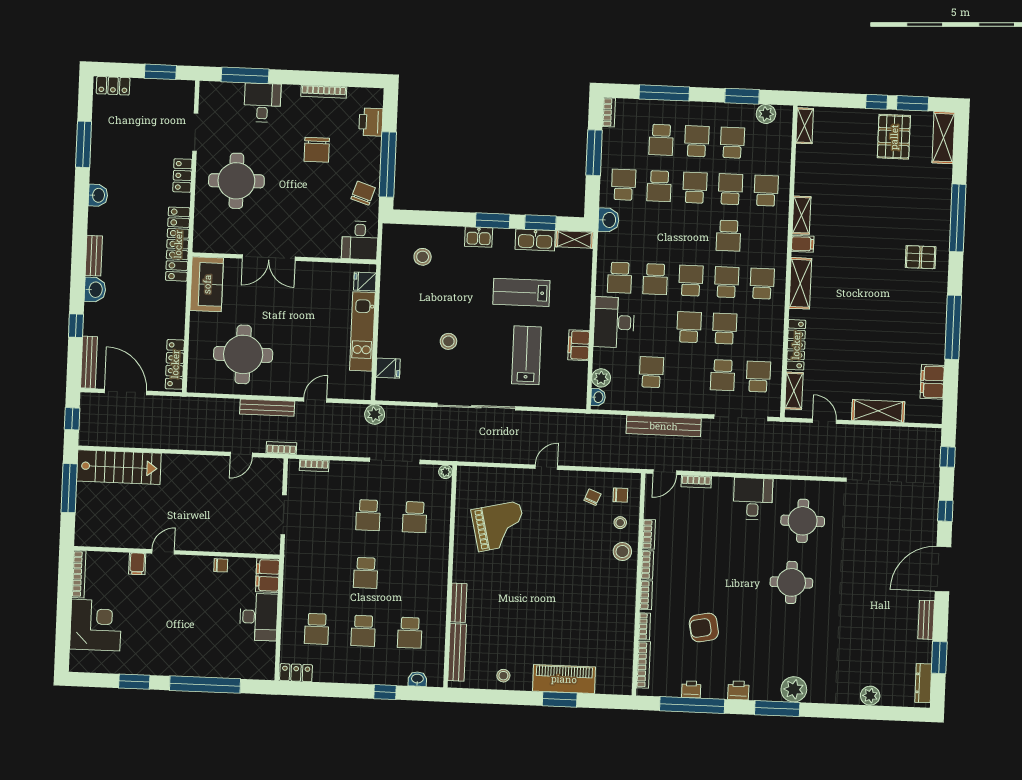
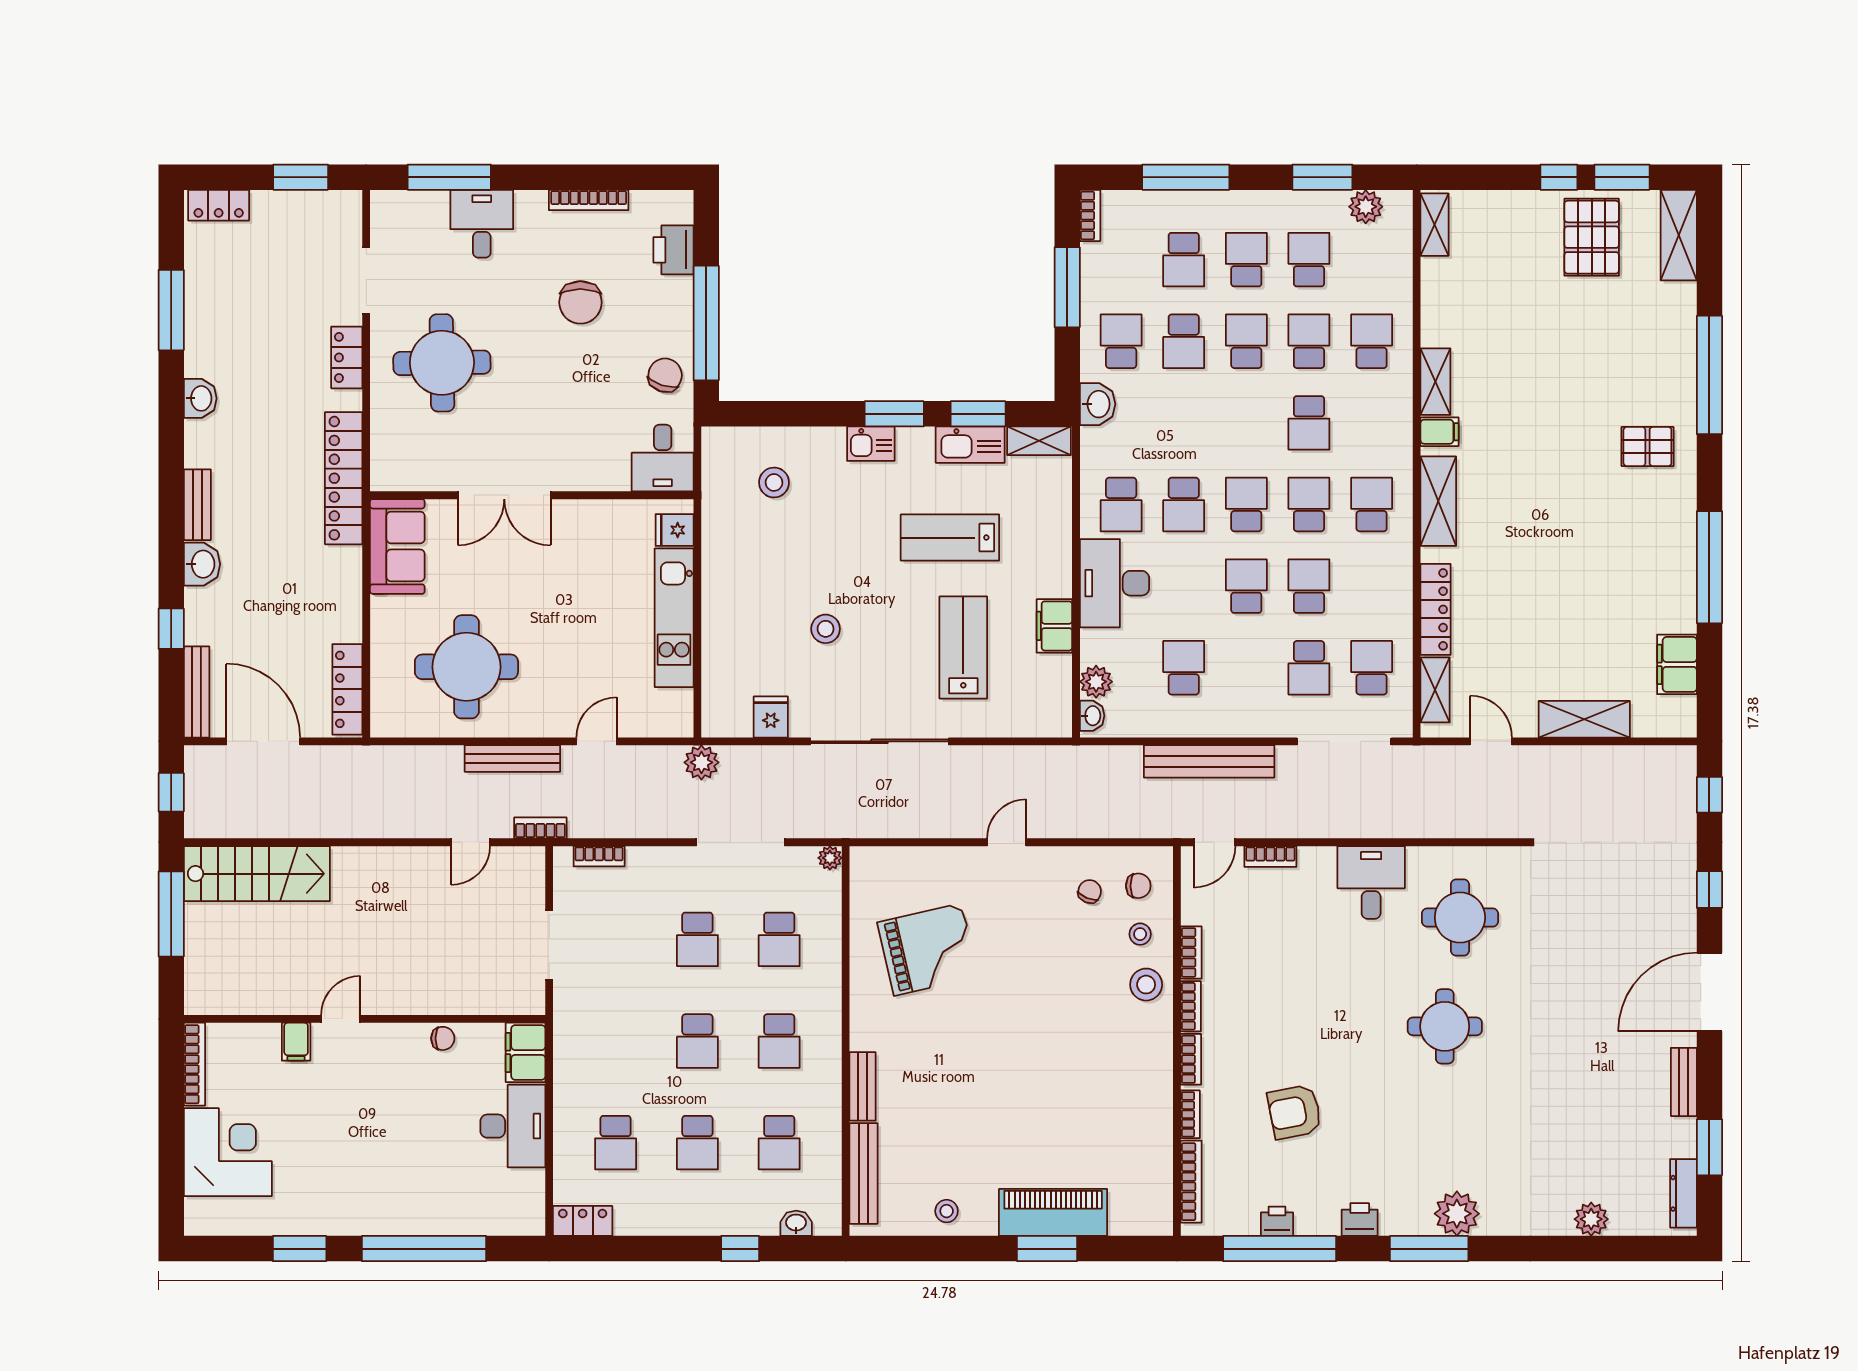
fridge: (388, 368) -> (771, 717), moved, turned -90
school desk: (412, 575) -> (779, 1041), added

